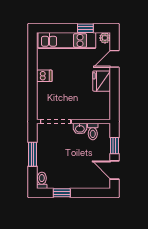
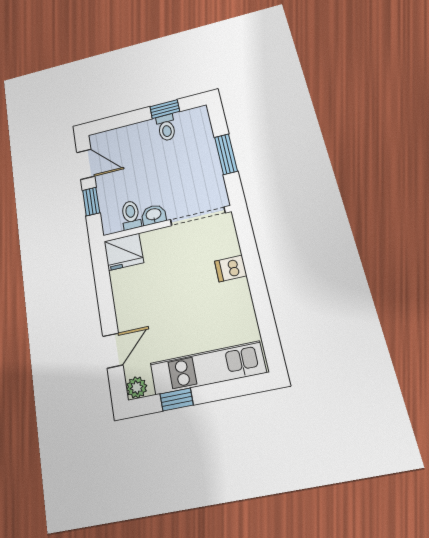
dishwasher: (44, 76) -> (231, 268), moved
fridge: (102, 81) -> (124, 252), moved, turned 90
toilet: (42, 180) -> (166, 128), moved

